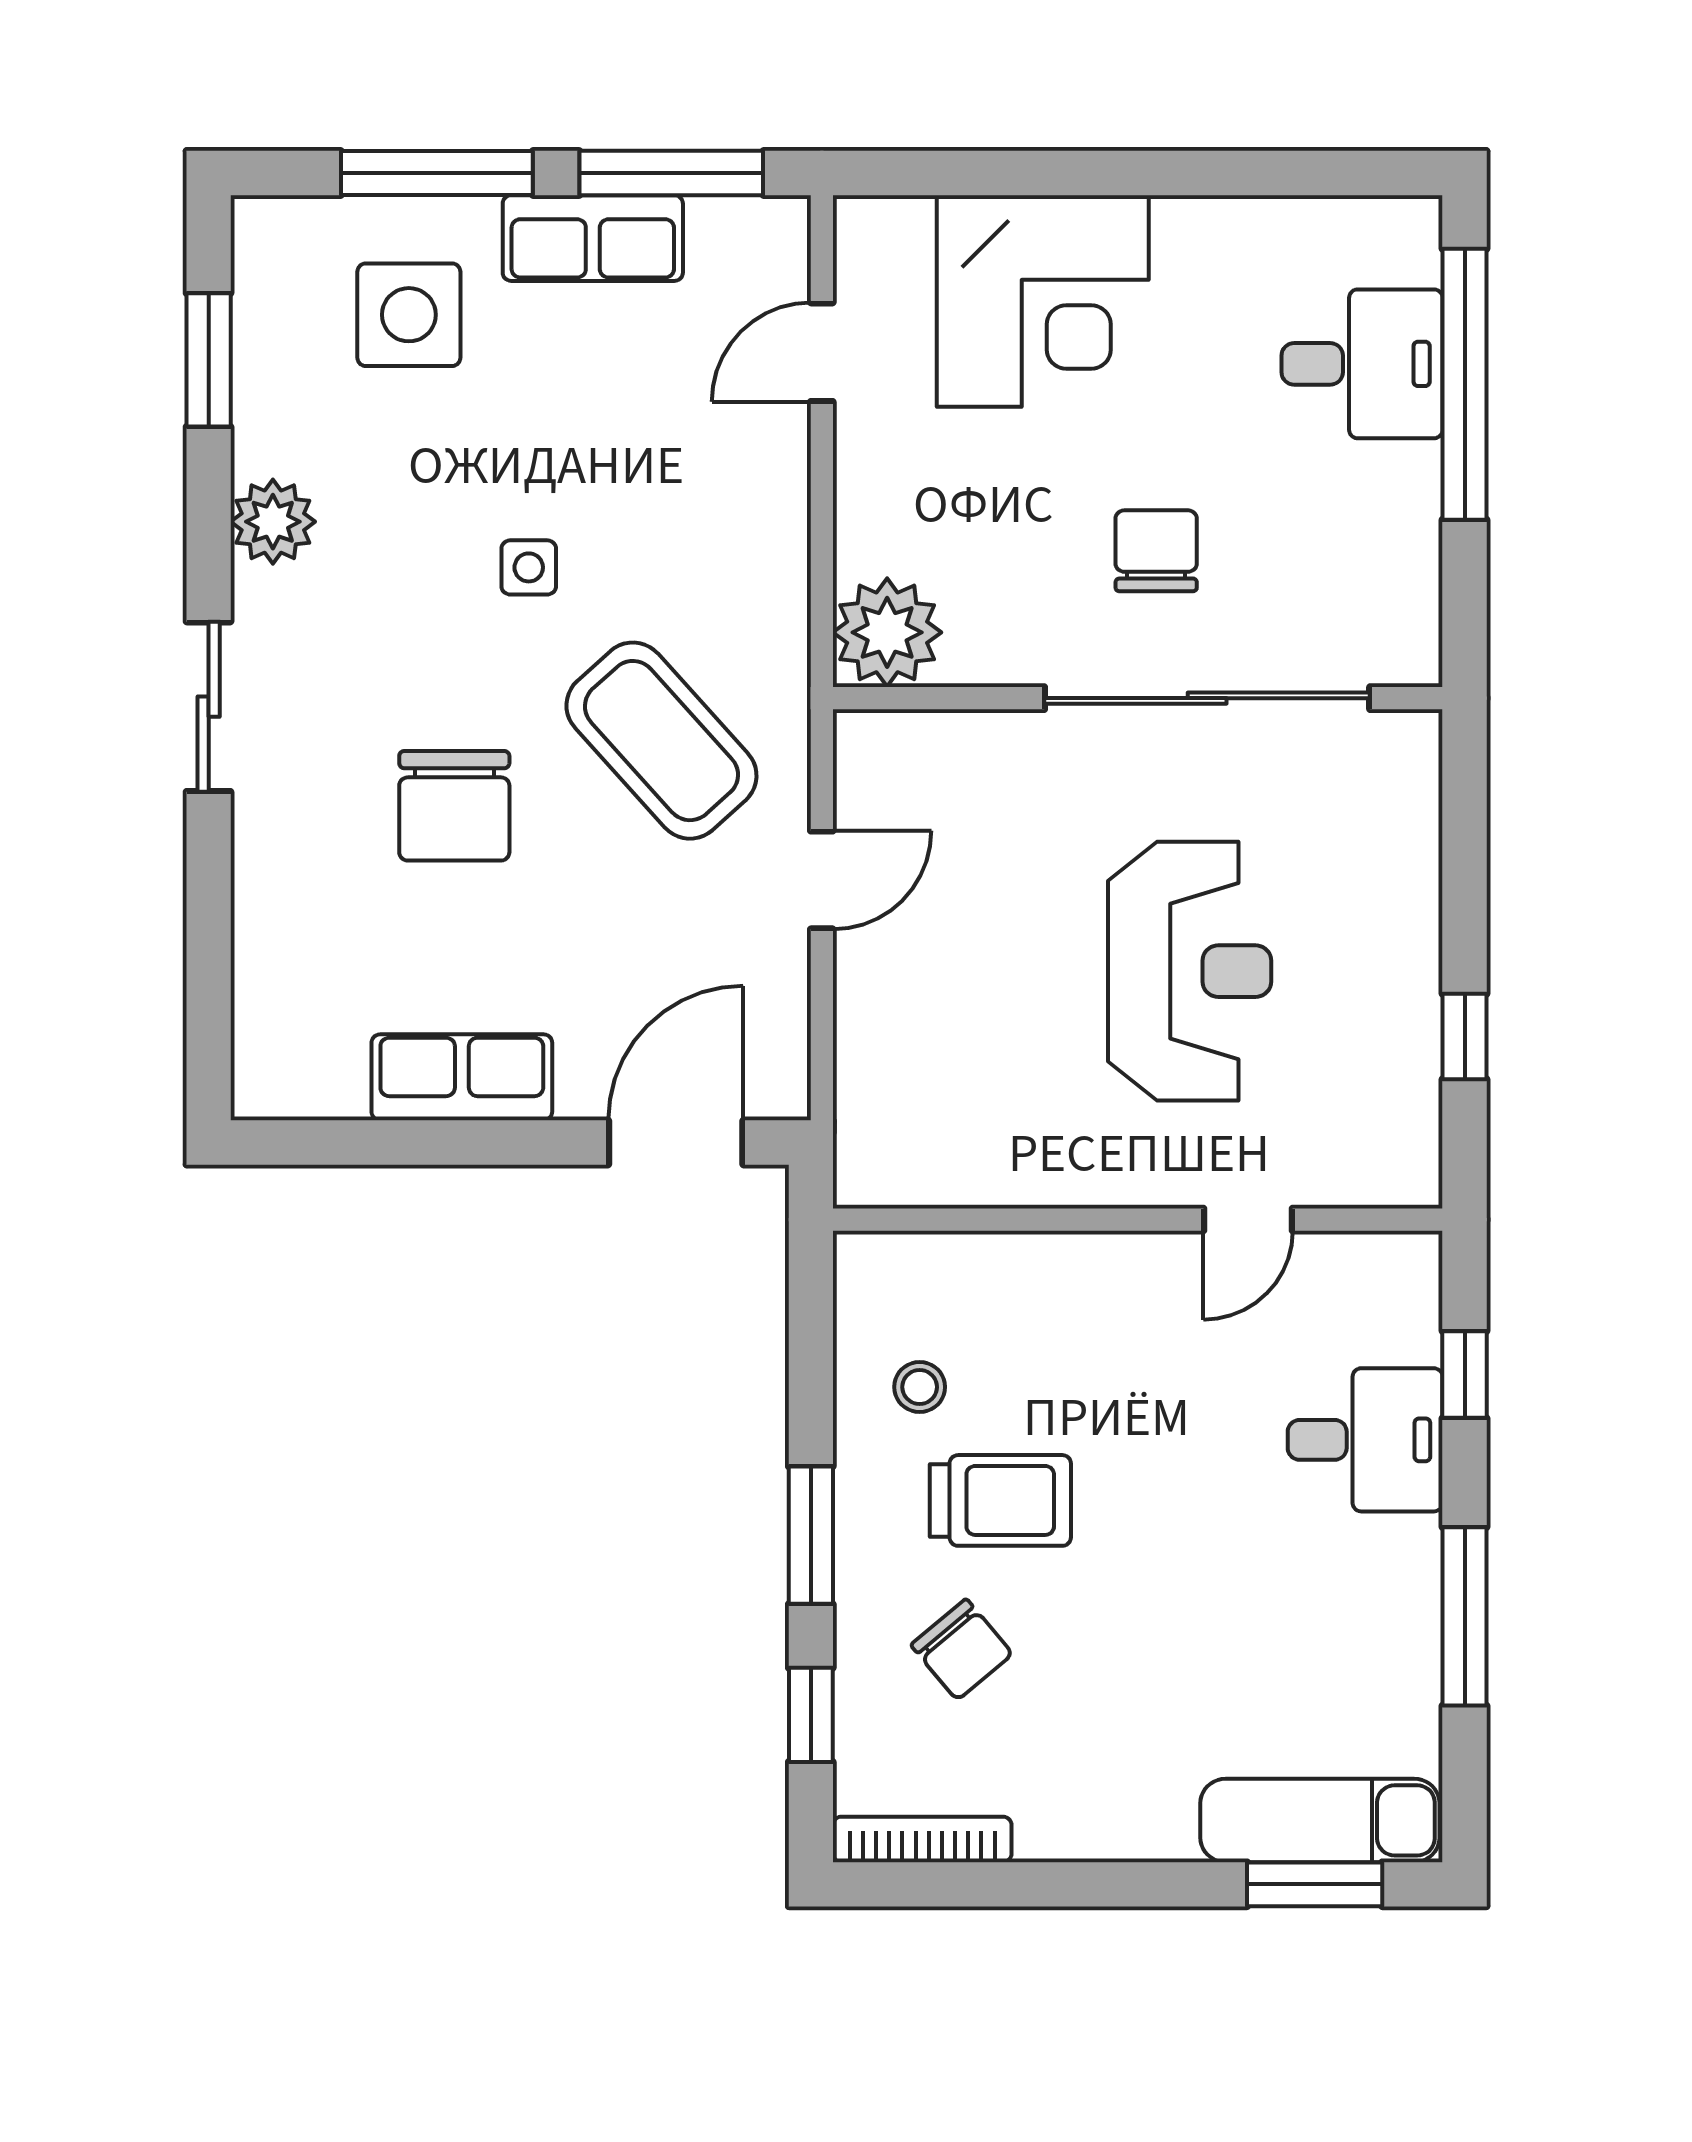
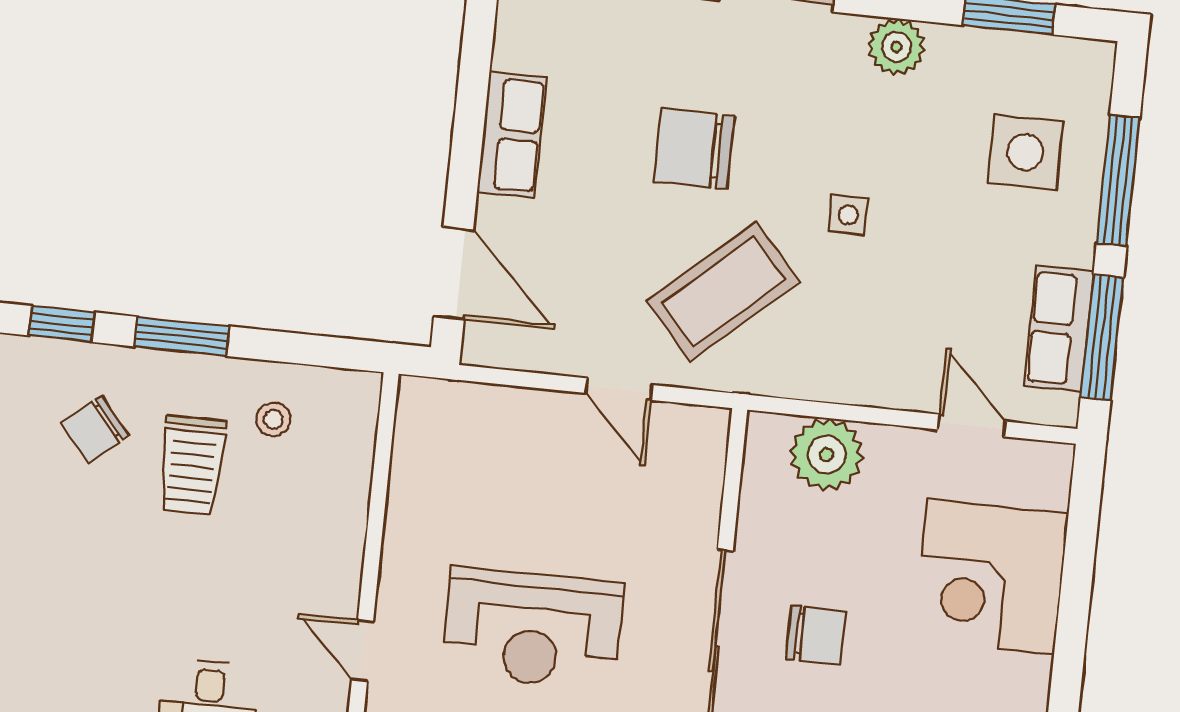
row of seats: (593, 238) -> (1059, 329), moved
plant: (887, 632) -> (827, 455), moved

